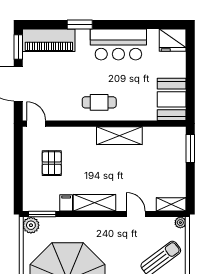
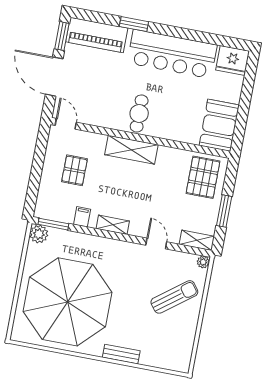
bar counter: (118, 44) -> (172, 54), width x1.36
cafe table: (99, 102) -> (139, 113), turned 90
shelving: (119, 136) -> (131, 150), moved
pallet: (166, 148) -> (203, 177), added
window: (190, 148) -> (224, 211), moved
shelving: (95, 203) -> (113, 225), width x0.67, depth x0.75

